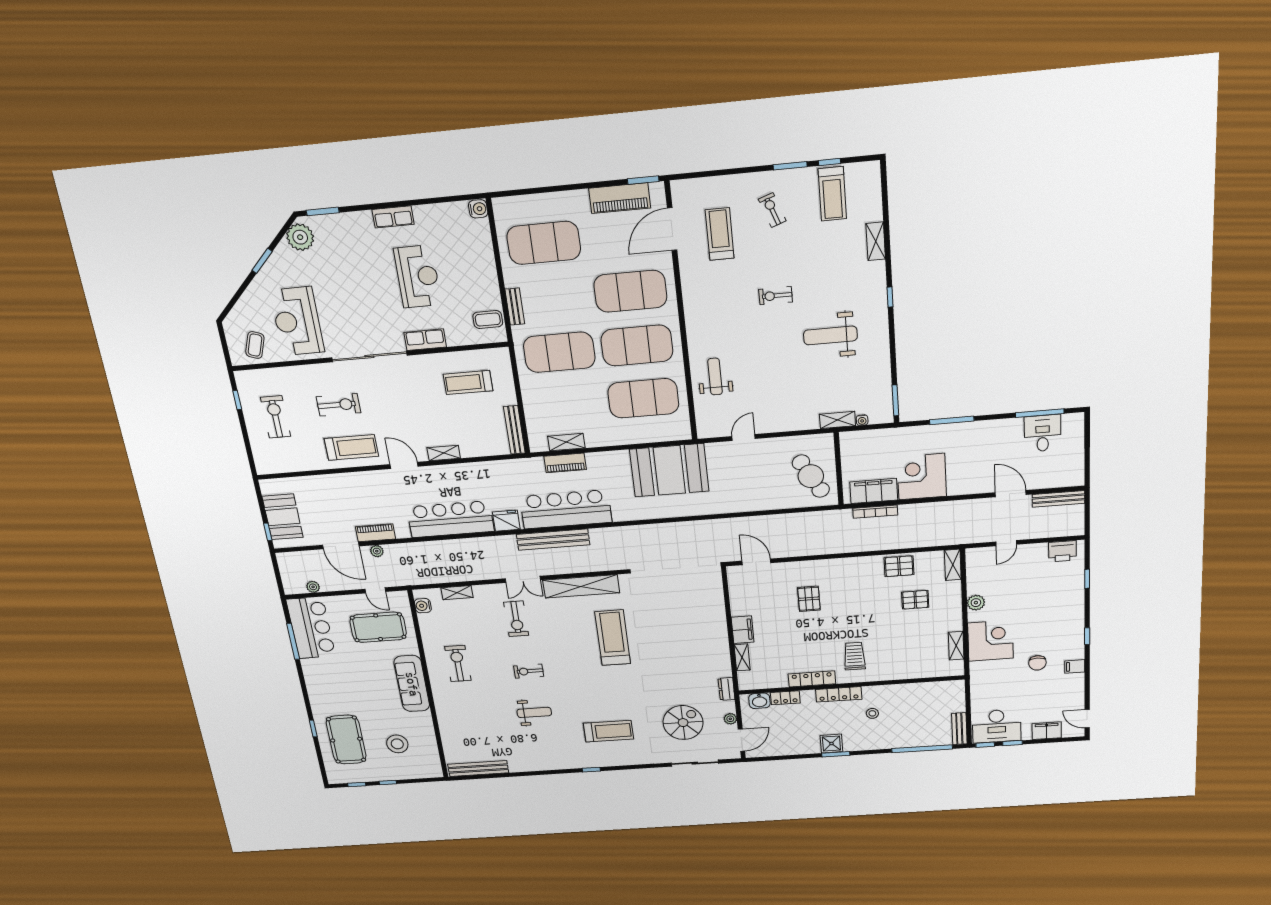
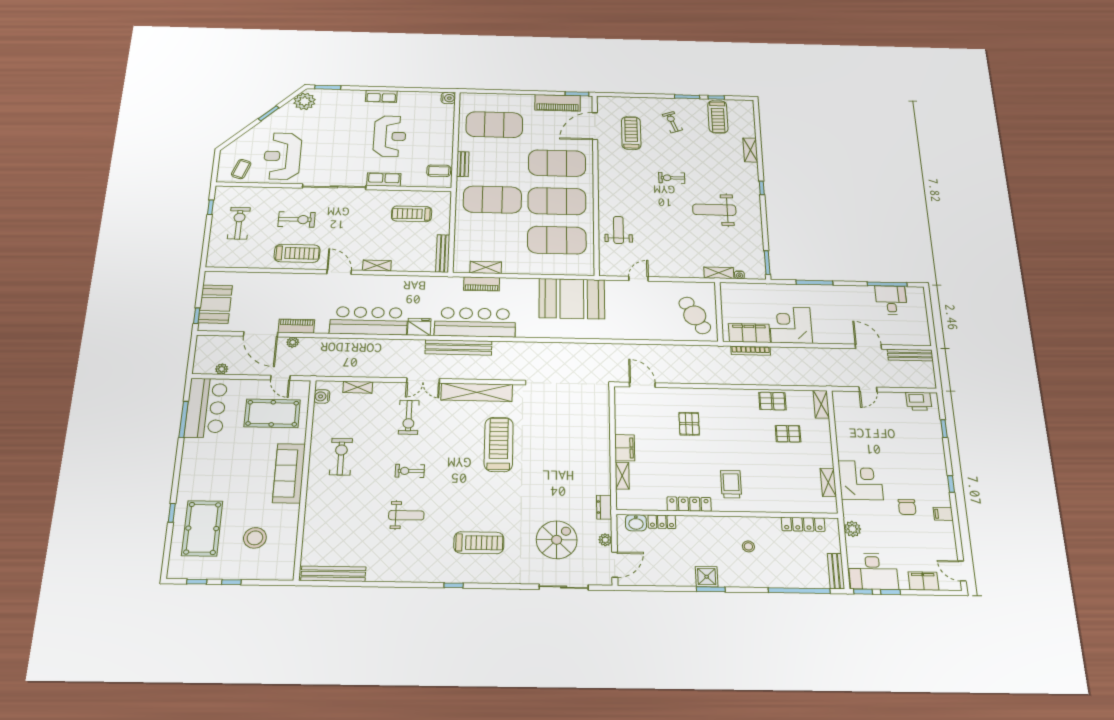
plant: (976, 603) -> (852, 529), moved
locker: (839, 694) -> (803, 524), moved

